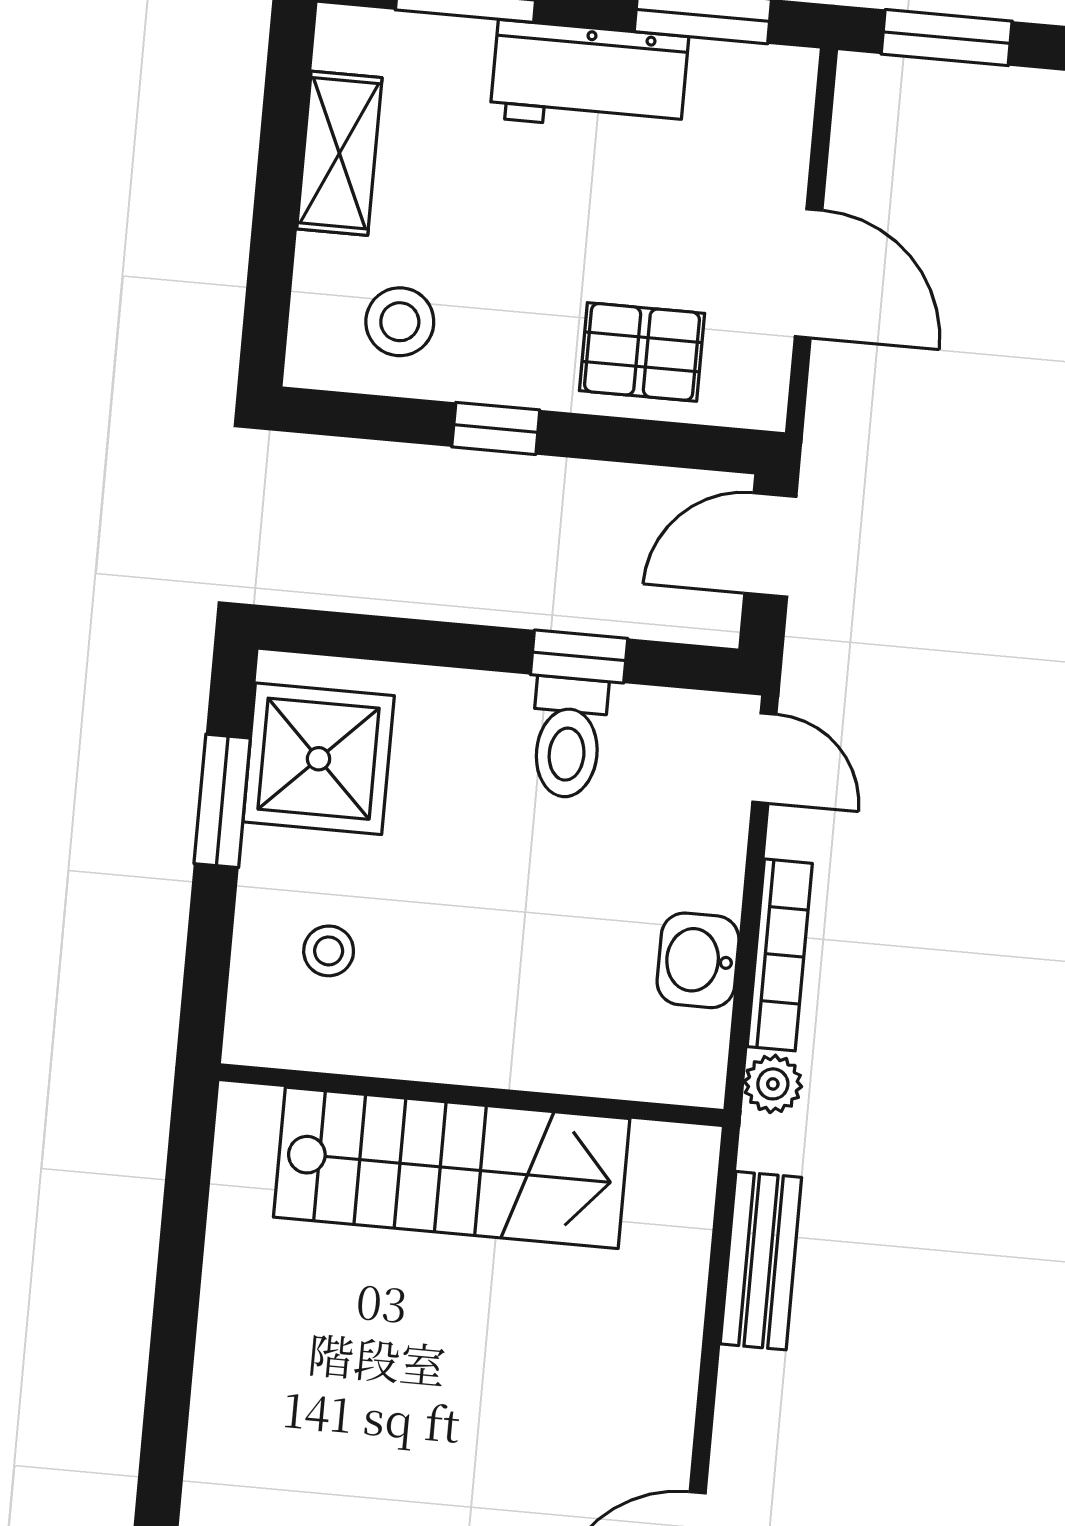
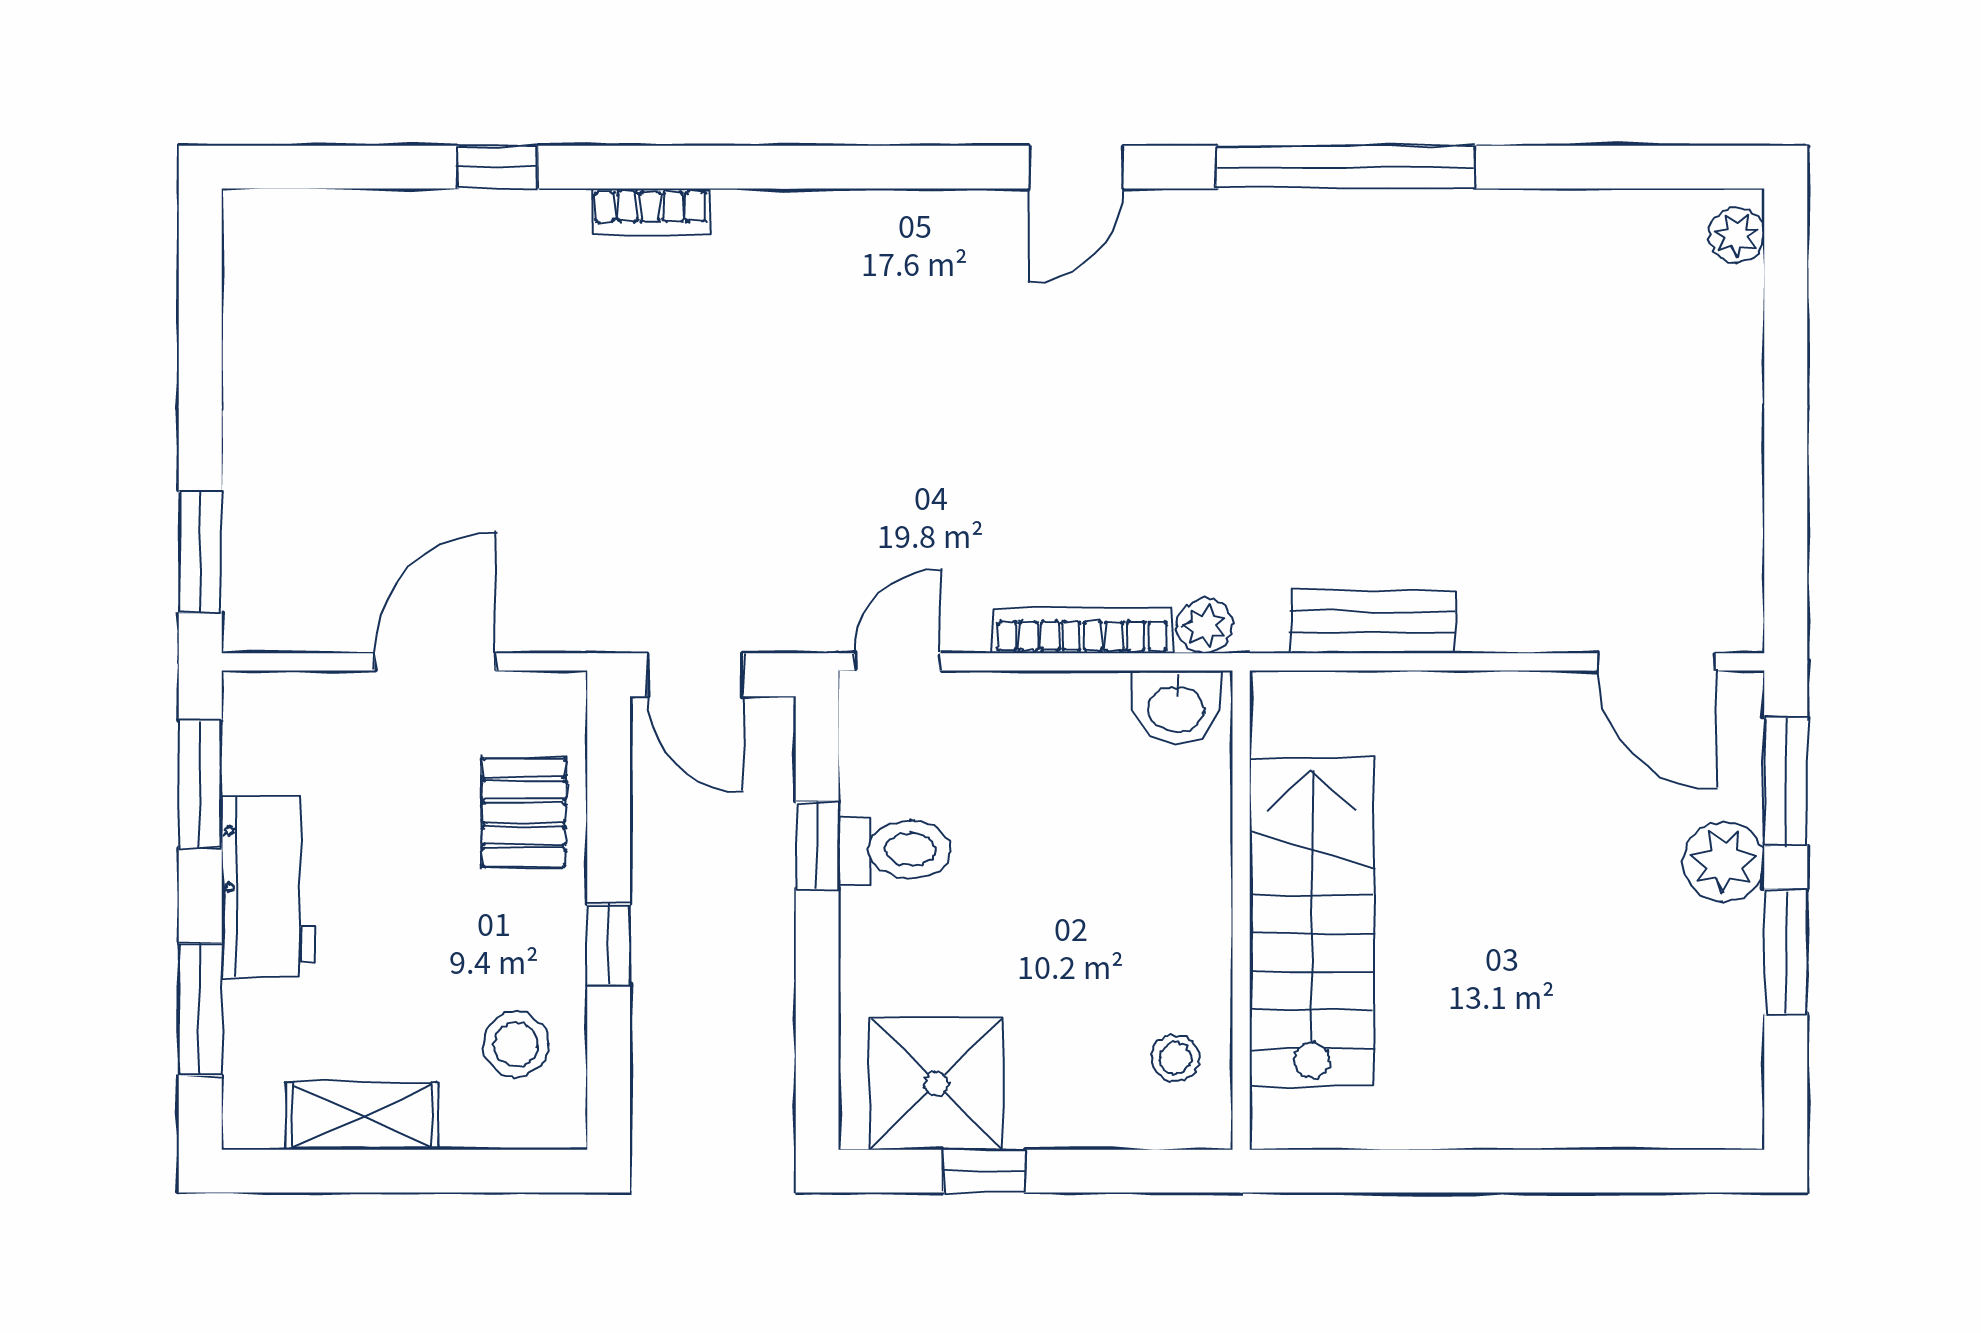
window: (222, 801) -> (984, 1171), width x0.67
stool: (329, 951) -> (1175, 1058), moved
washbasin: (698, 960) -> (1176, 707), moved

